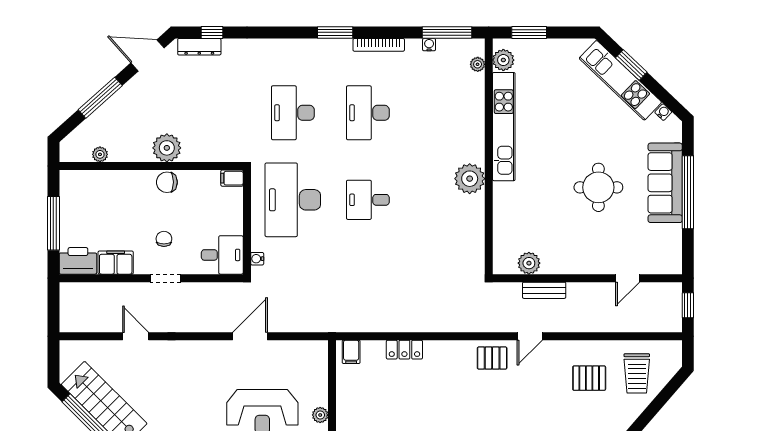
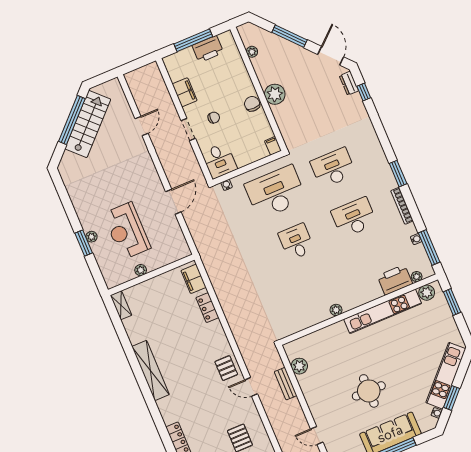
dresser: (199, 47) -> (349, 83), width x0.70
window: (631, 65) -> (452, 398), moved
printer: (470, 94) -> (395, 280), added
plant: (470, 179) -> (336, 310), width x0.53, depth x0.53
printer: (78, 261) -> (208, 49), moved, turned 90
door: (250, 336) -> (173, 202), hinge flipped
filing cabinet: (351, 352) -> (194, 279), width x2.00

